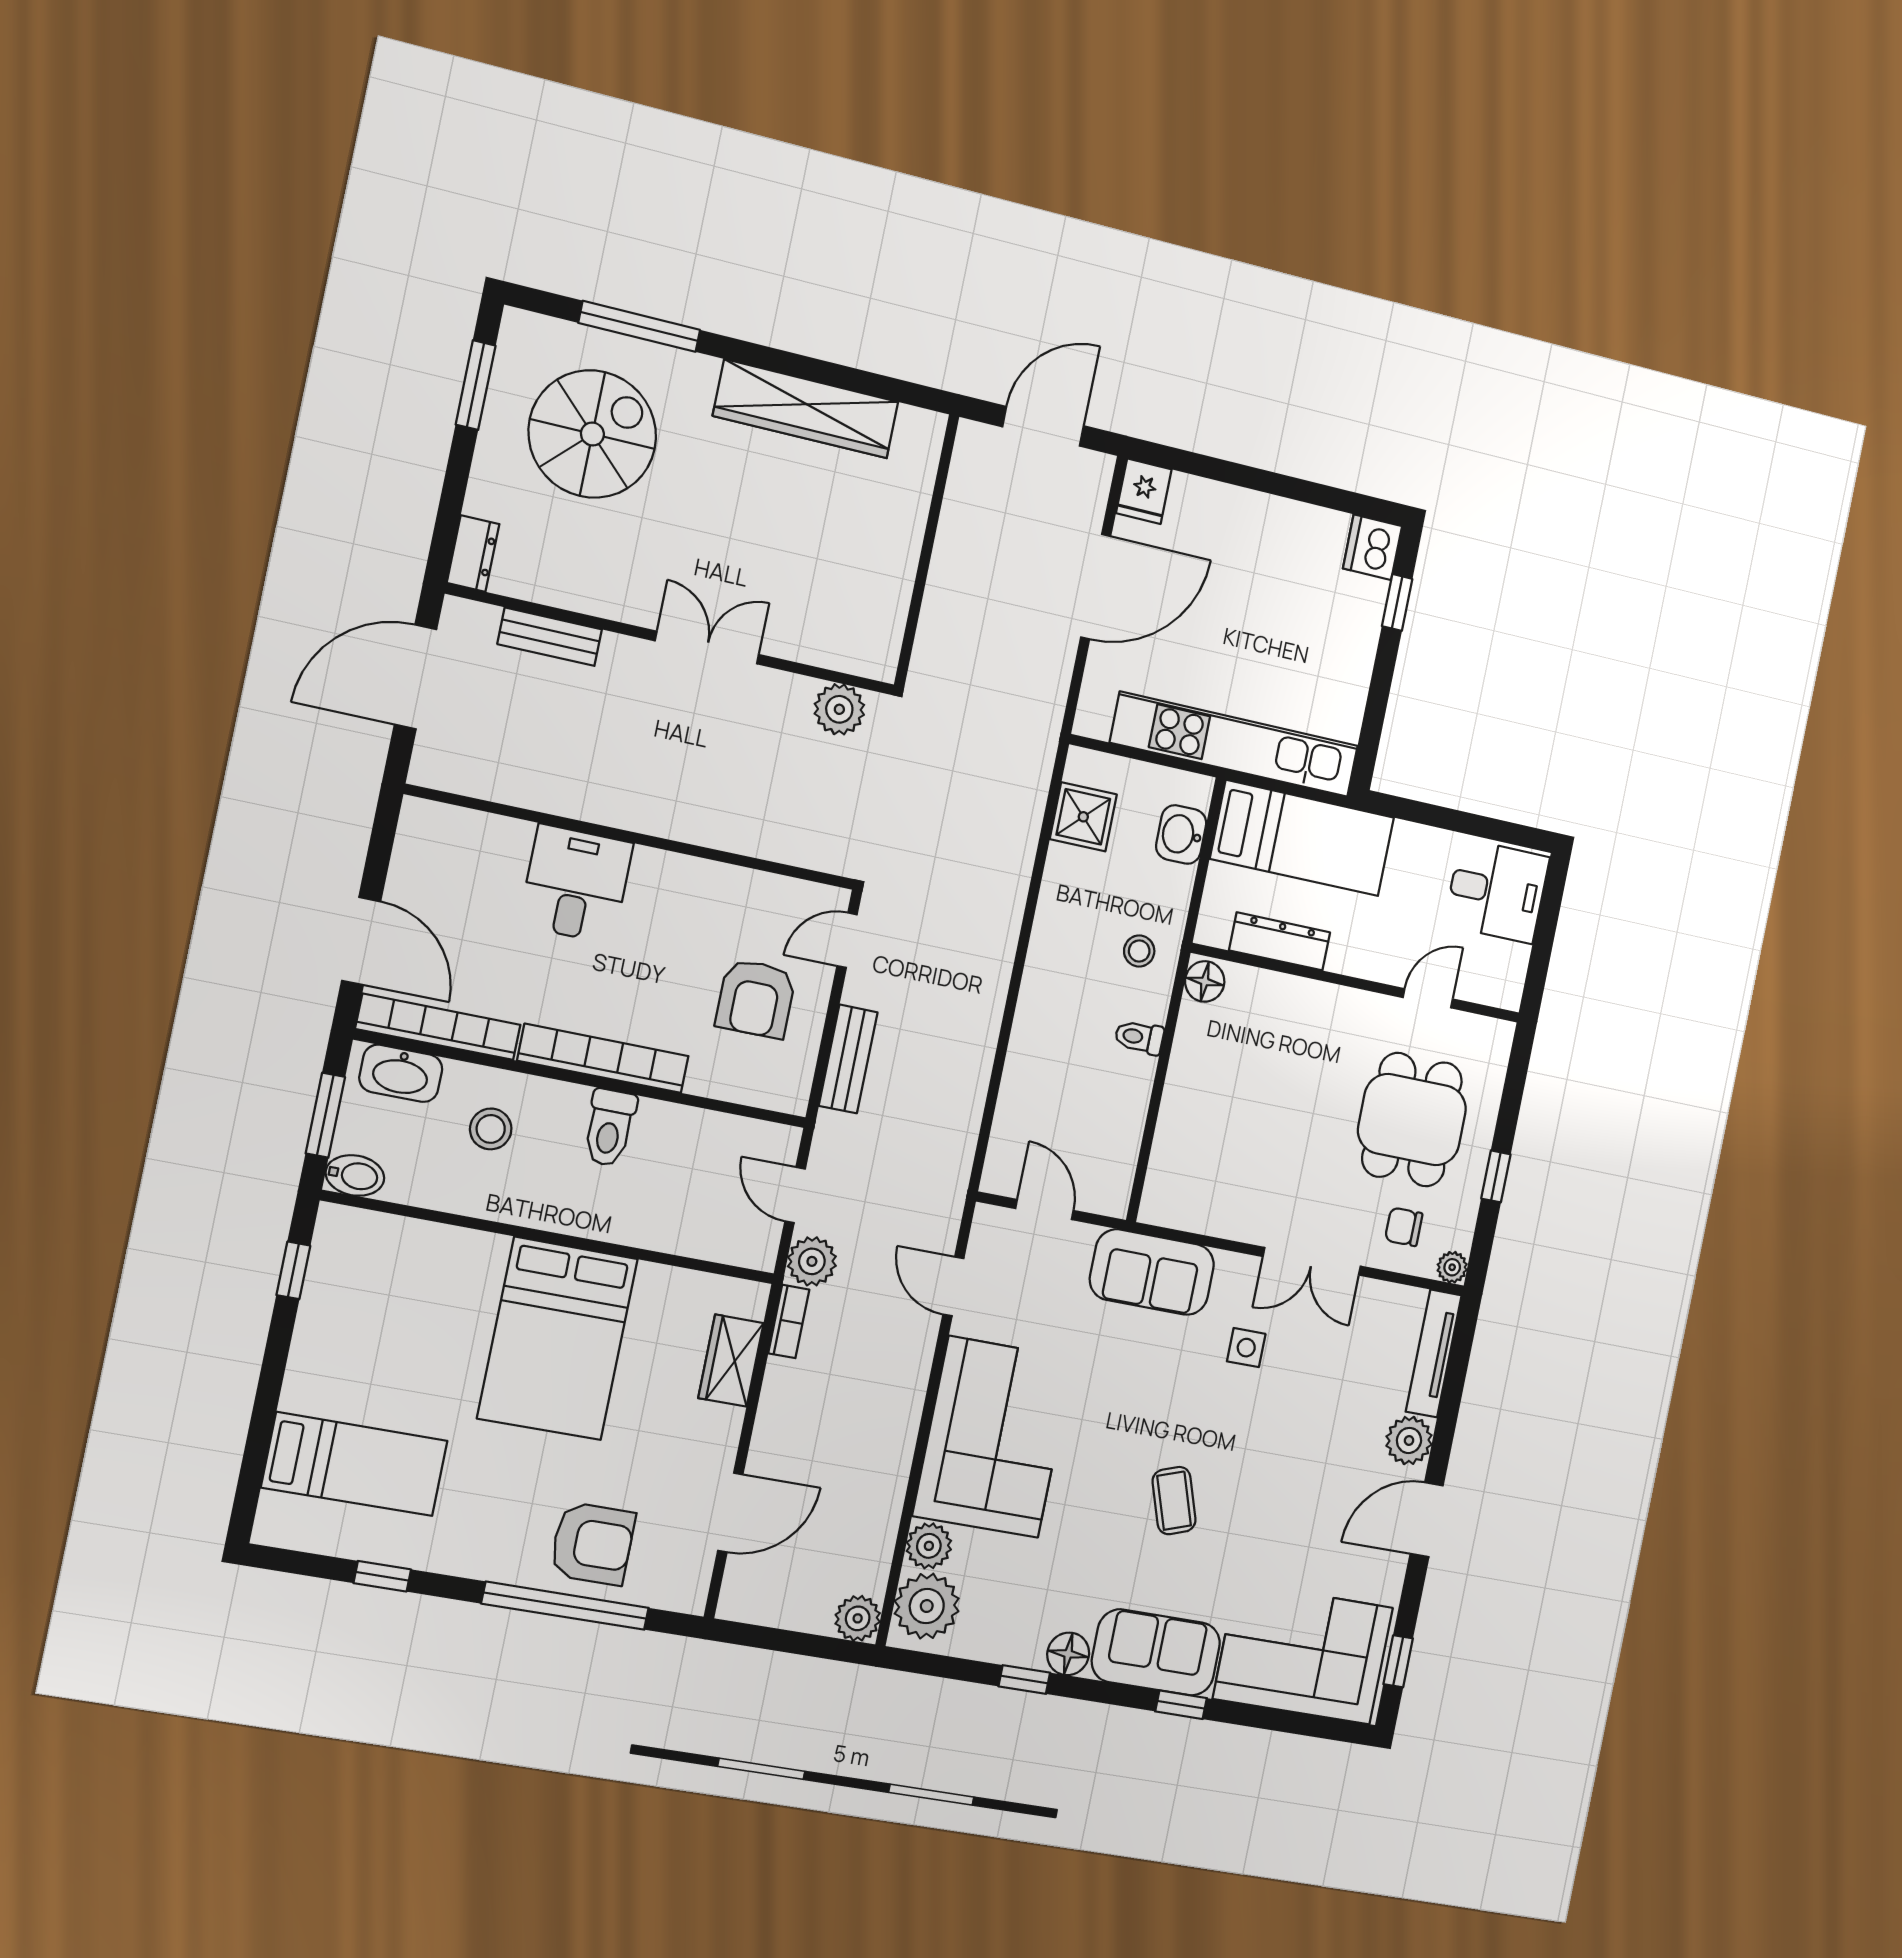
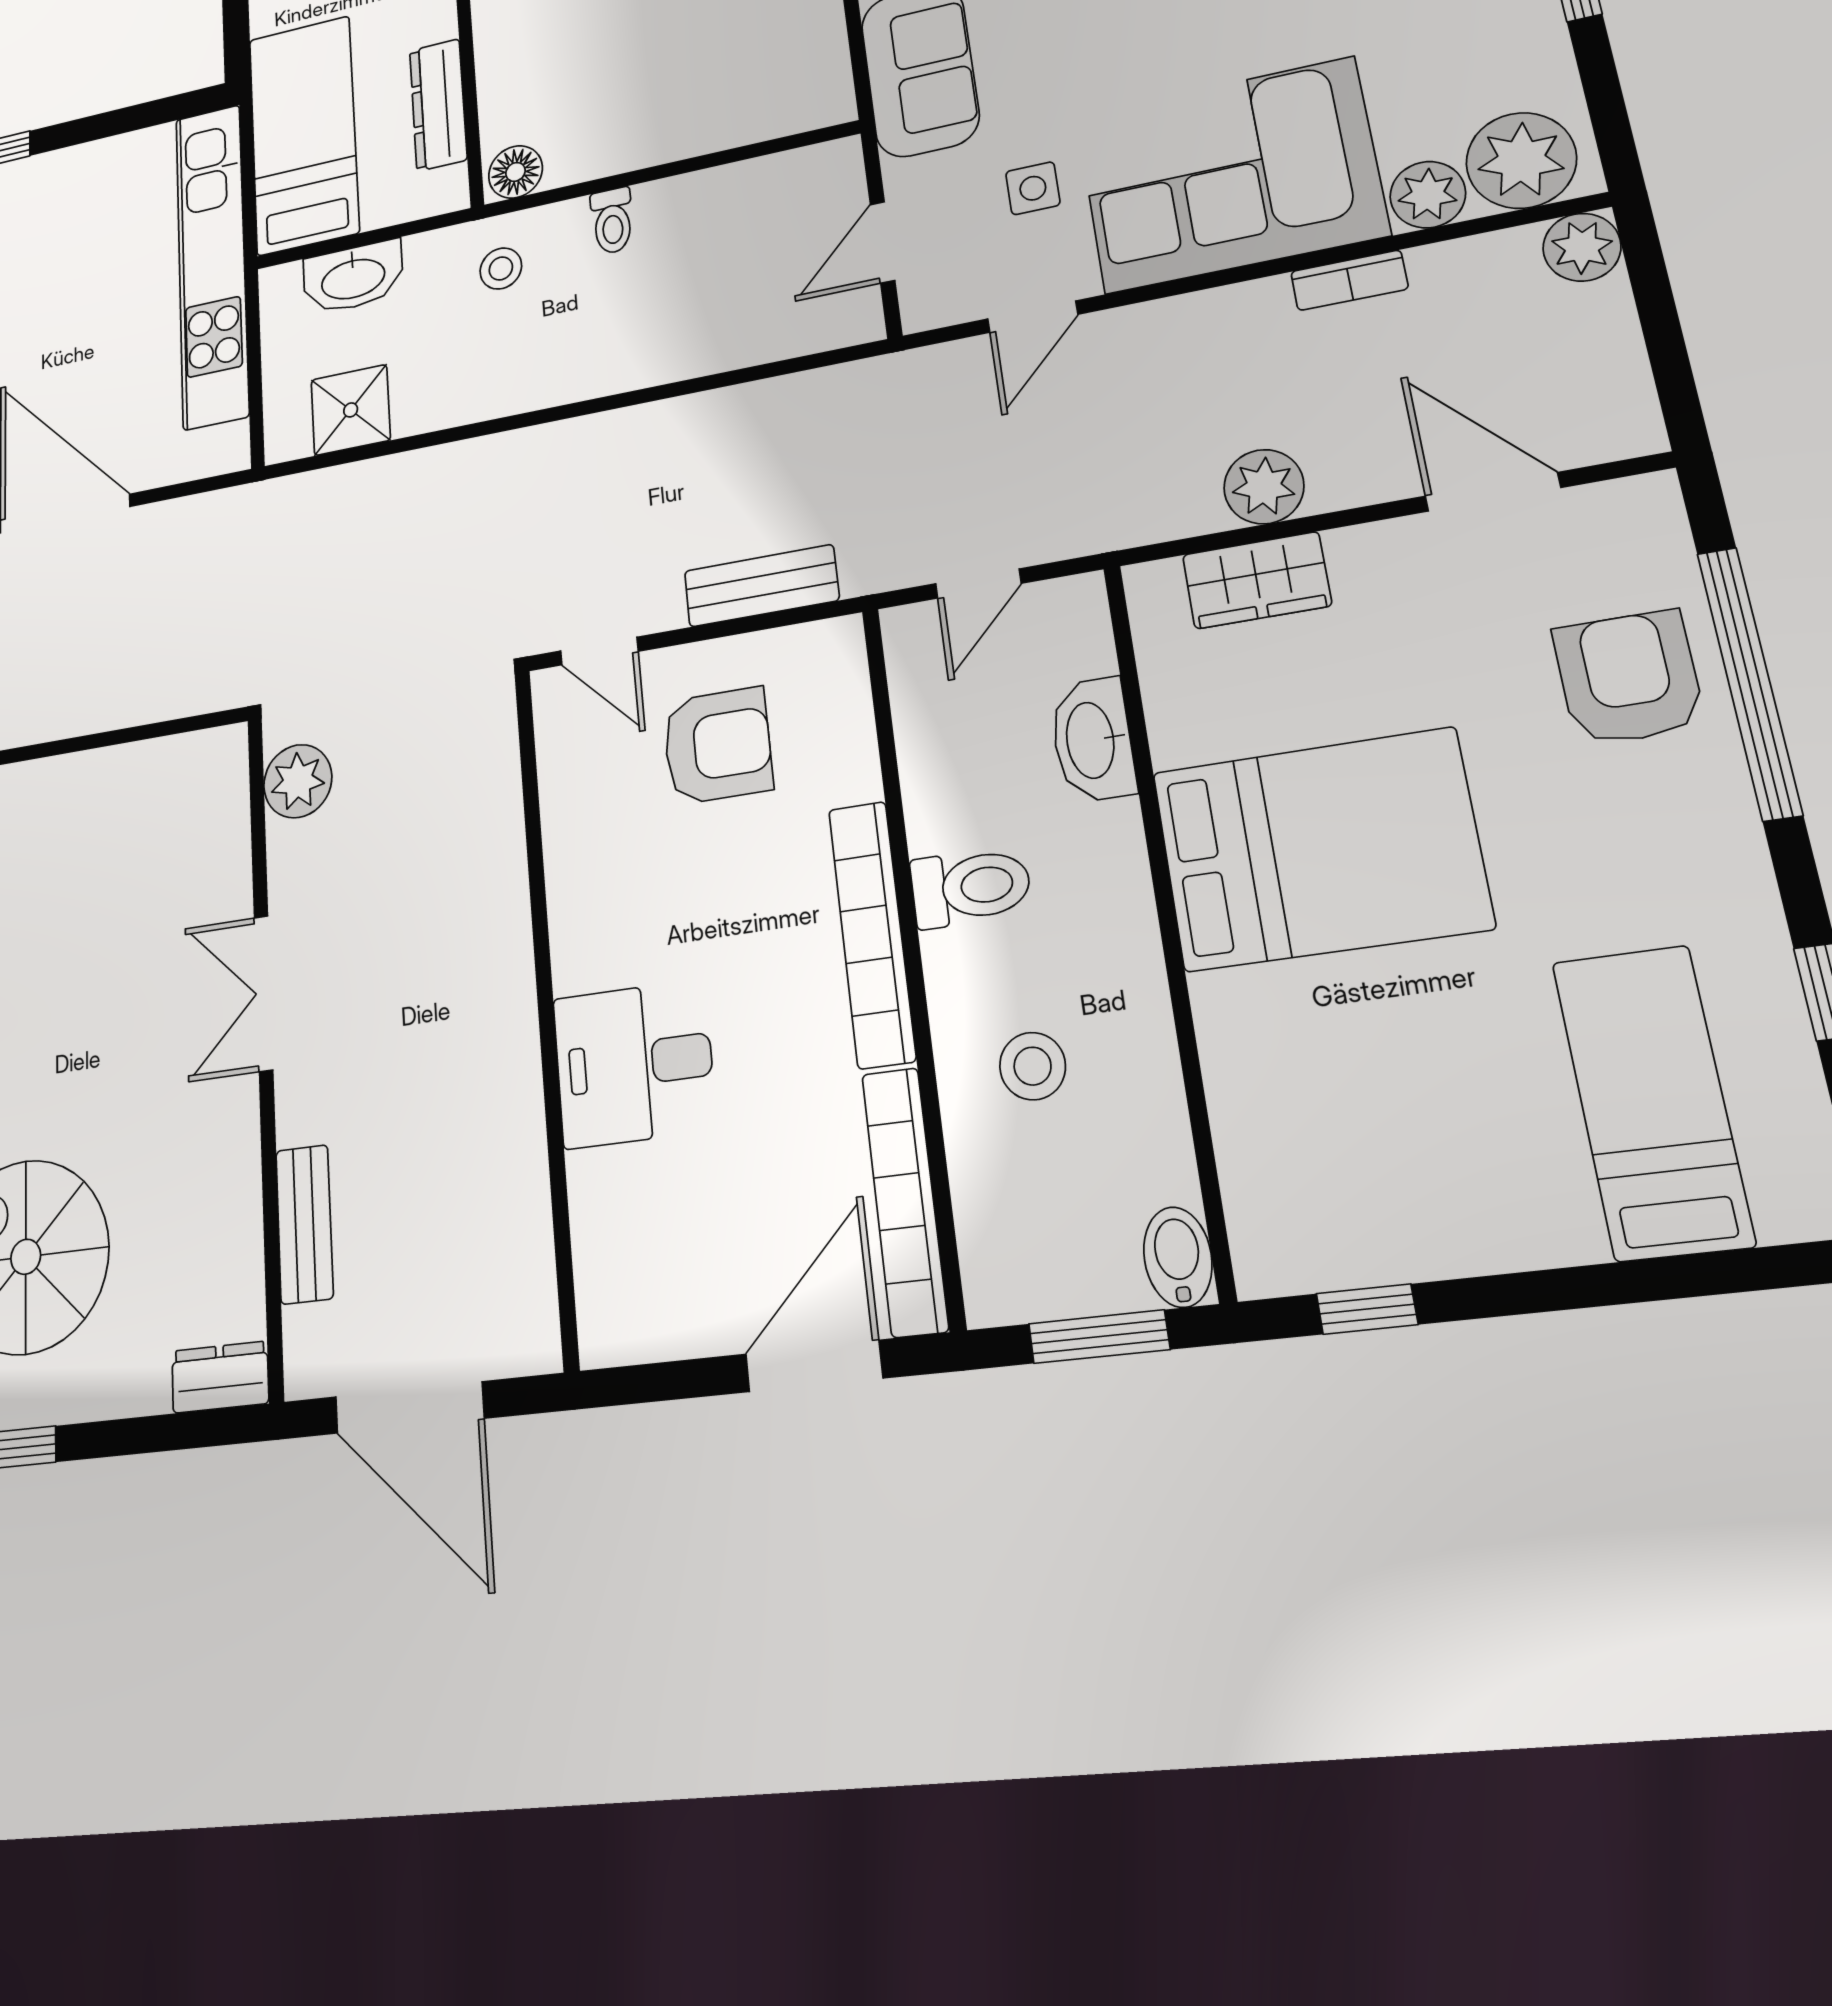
washbasin: (1181, 834) -> (353, 277), width x1.38
washbasin: (401, 1073) -> (1092, 740), moved, turned 180
plant: (812, 1261) -> (1264, 487), moved
side table: (1039, 1316) -> (1033, 188), added
bookcase: (789, 1321) -> (1349, 280), moved, turned 180

